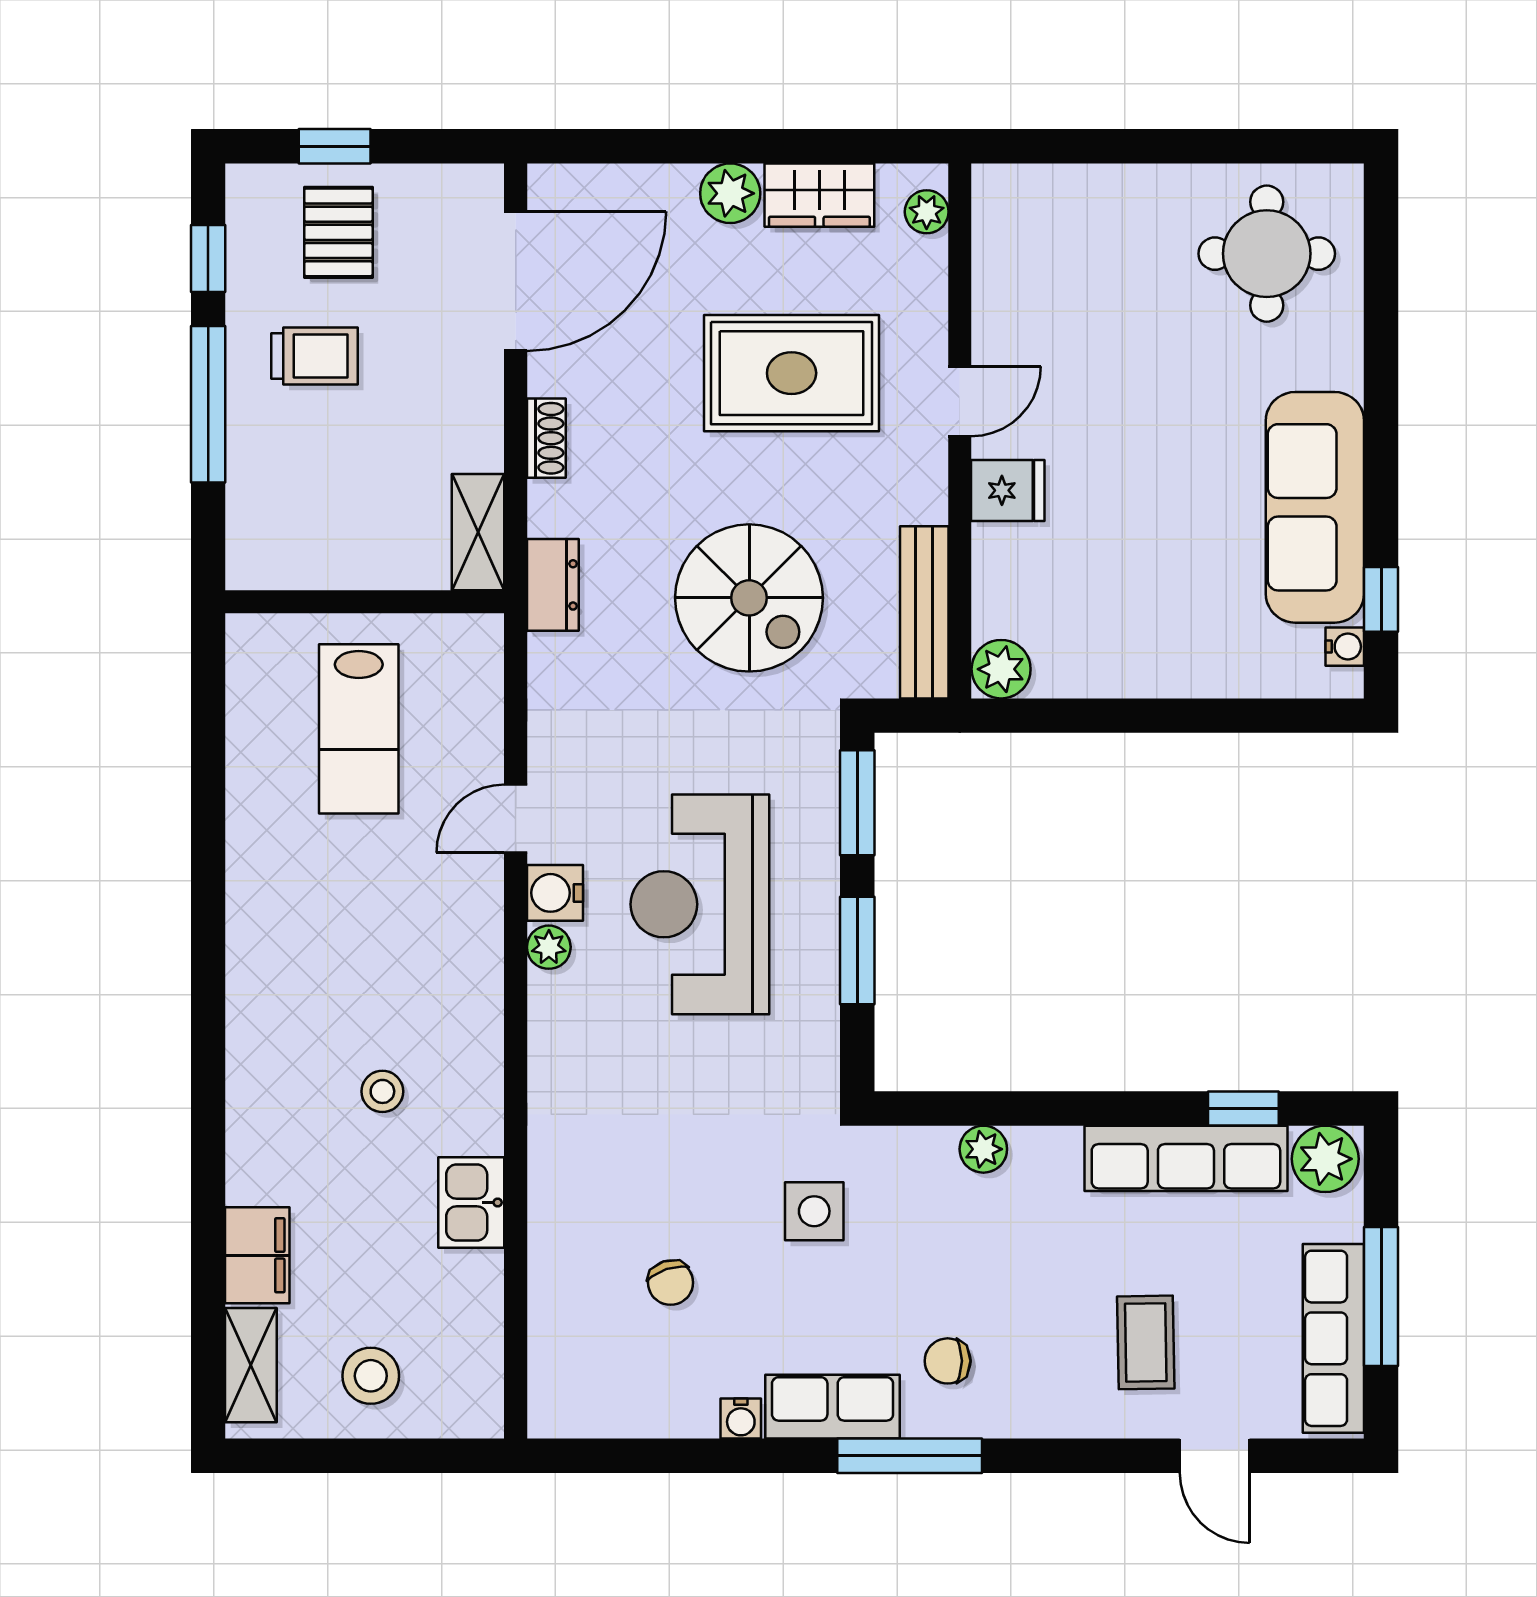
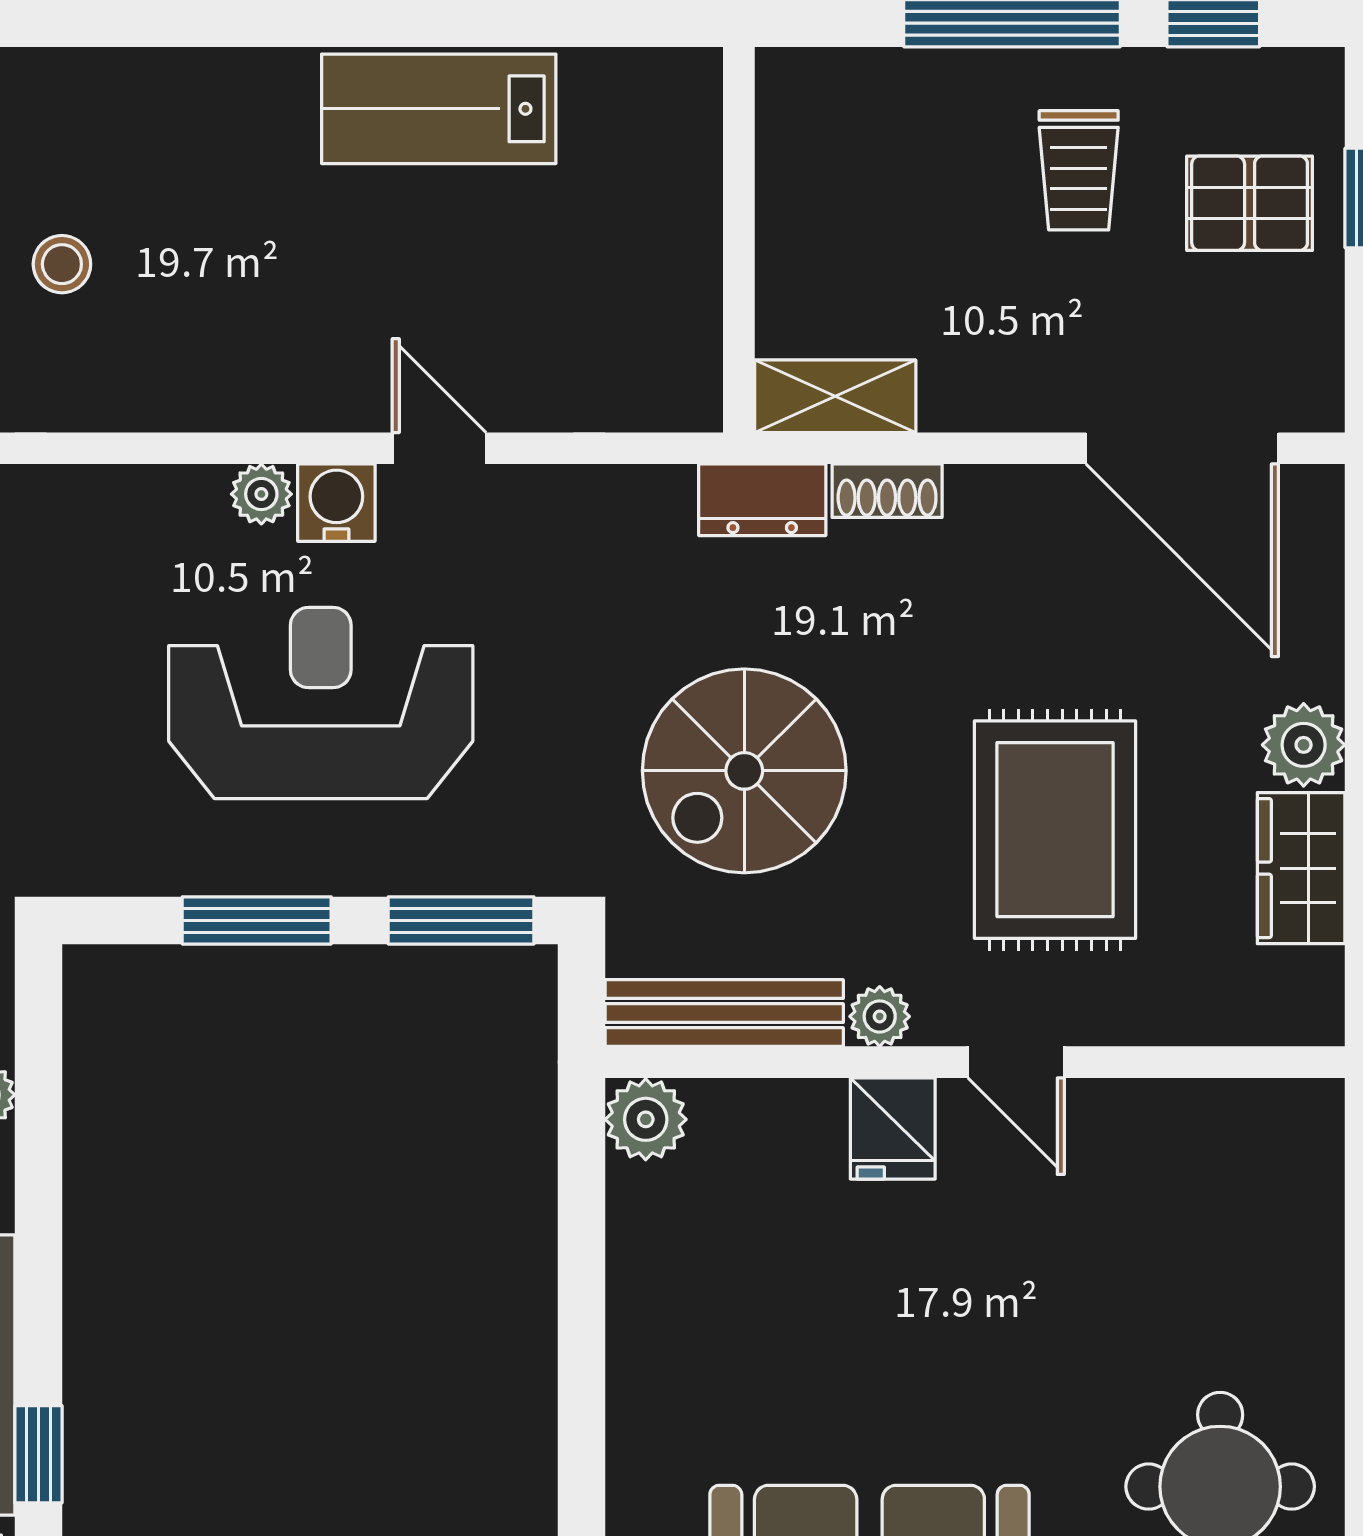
plant: (927, 212) -> (880, 1016), moved
shoe rack: (546, 438) -> (887, 491), moved
lab bench: (359, 729) -> (439, 109), moved

